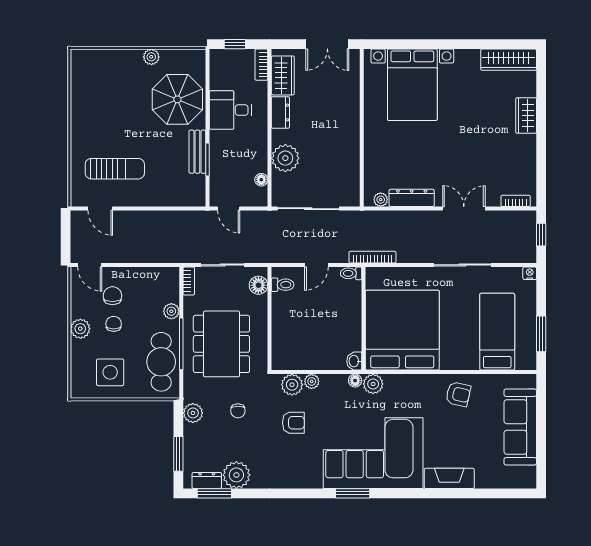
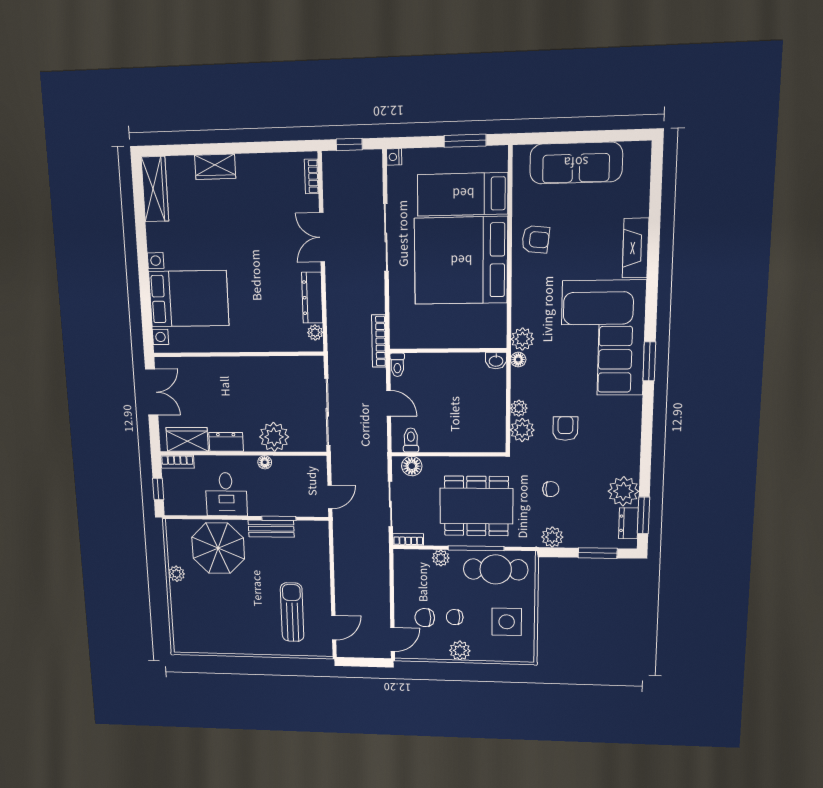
floor lamp: (261, 180) -> (265, 462), moved
bed: (402, 330) -> (461, 261), moved
armchair: (458, 394) -> (536, 239), turned 83

